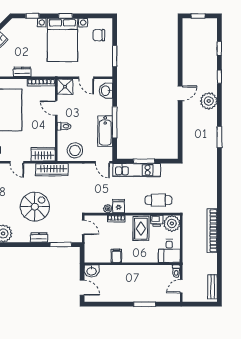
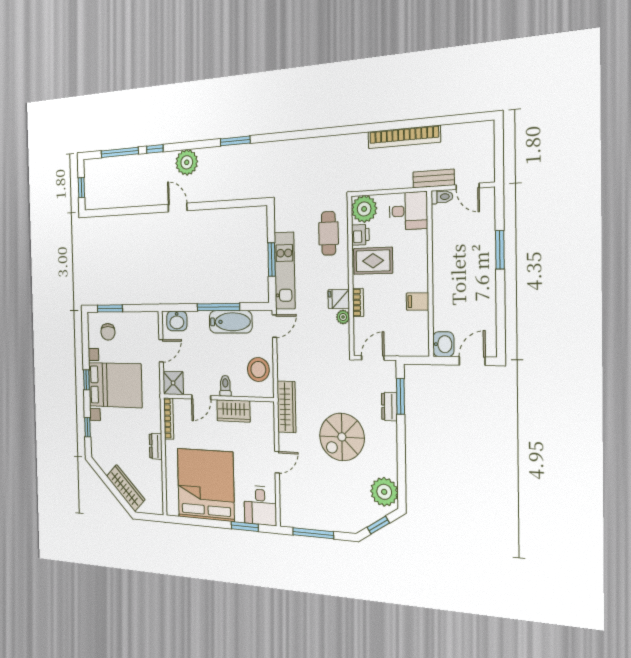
window: (219, 49) -> (120, 152), width x2.17
window: (115, 56) -> (110, 308), moved
wardrobe: (43, 154) -> (233, 411), moved, turned -90
spiral stairs: (35, 207) -> (342, 437), turned -90
bookcase: (212, 231) -> (404, 137), moved
dresser: (39, 237) -> (389, 407), moved
bench: (213, 287) -> (434, 178), moved

